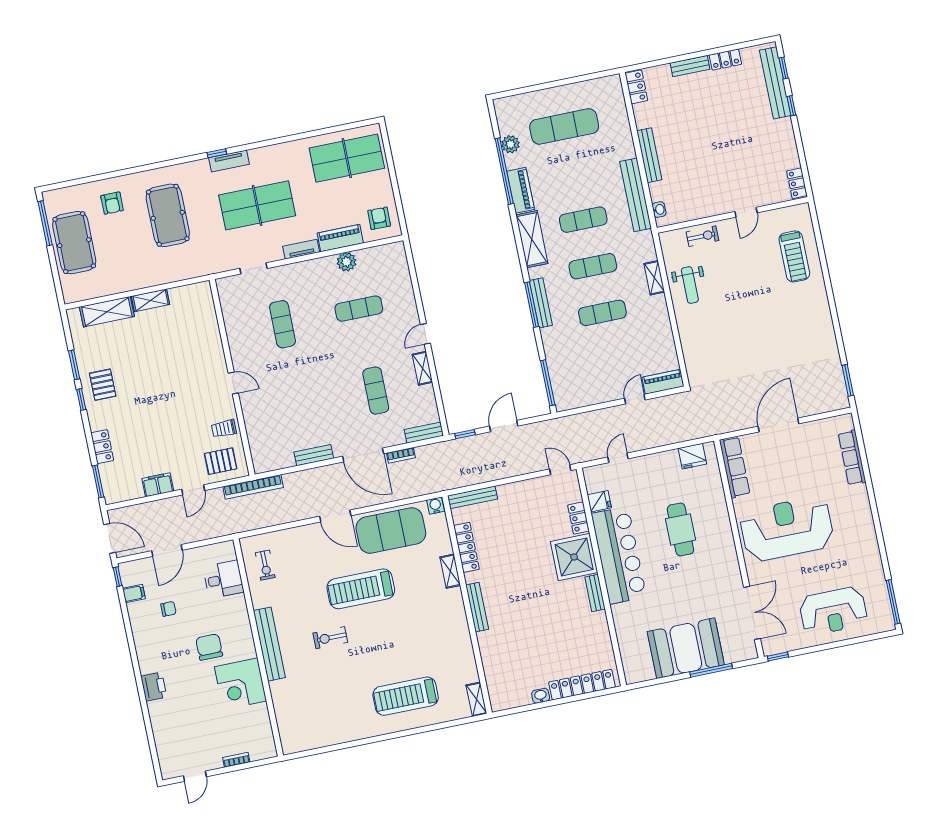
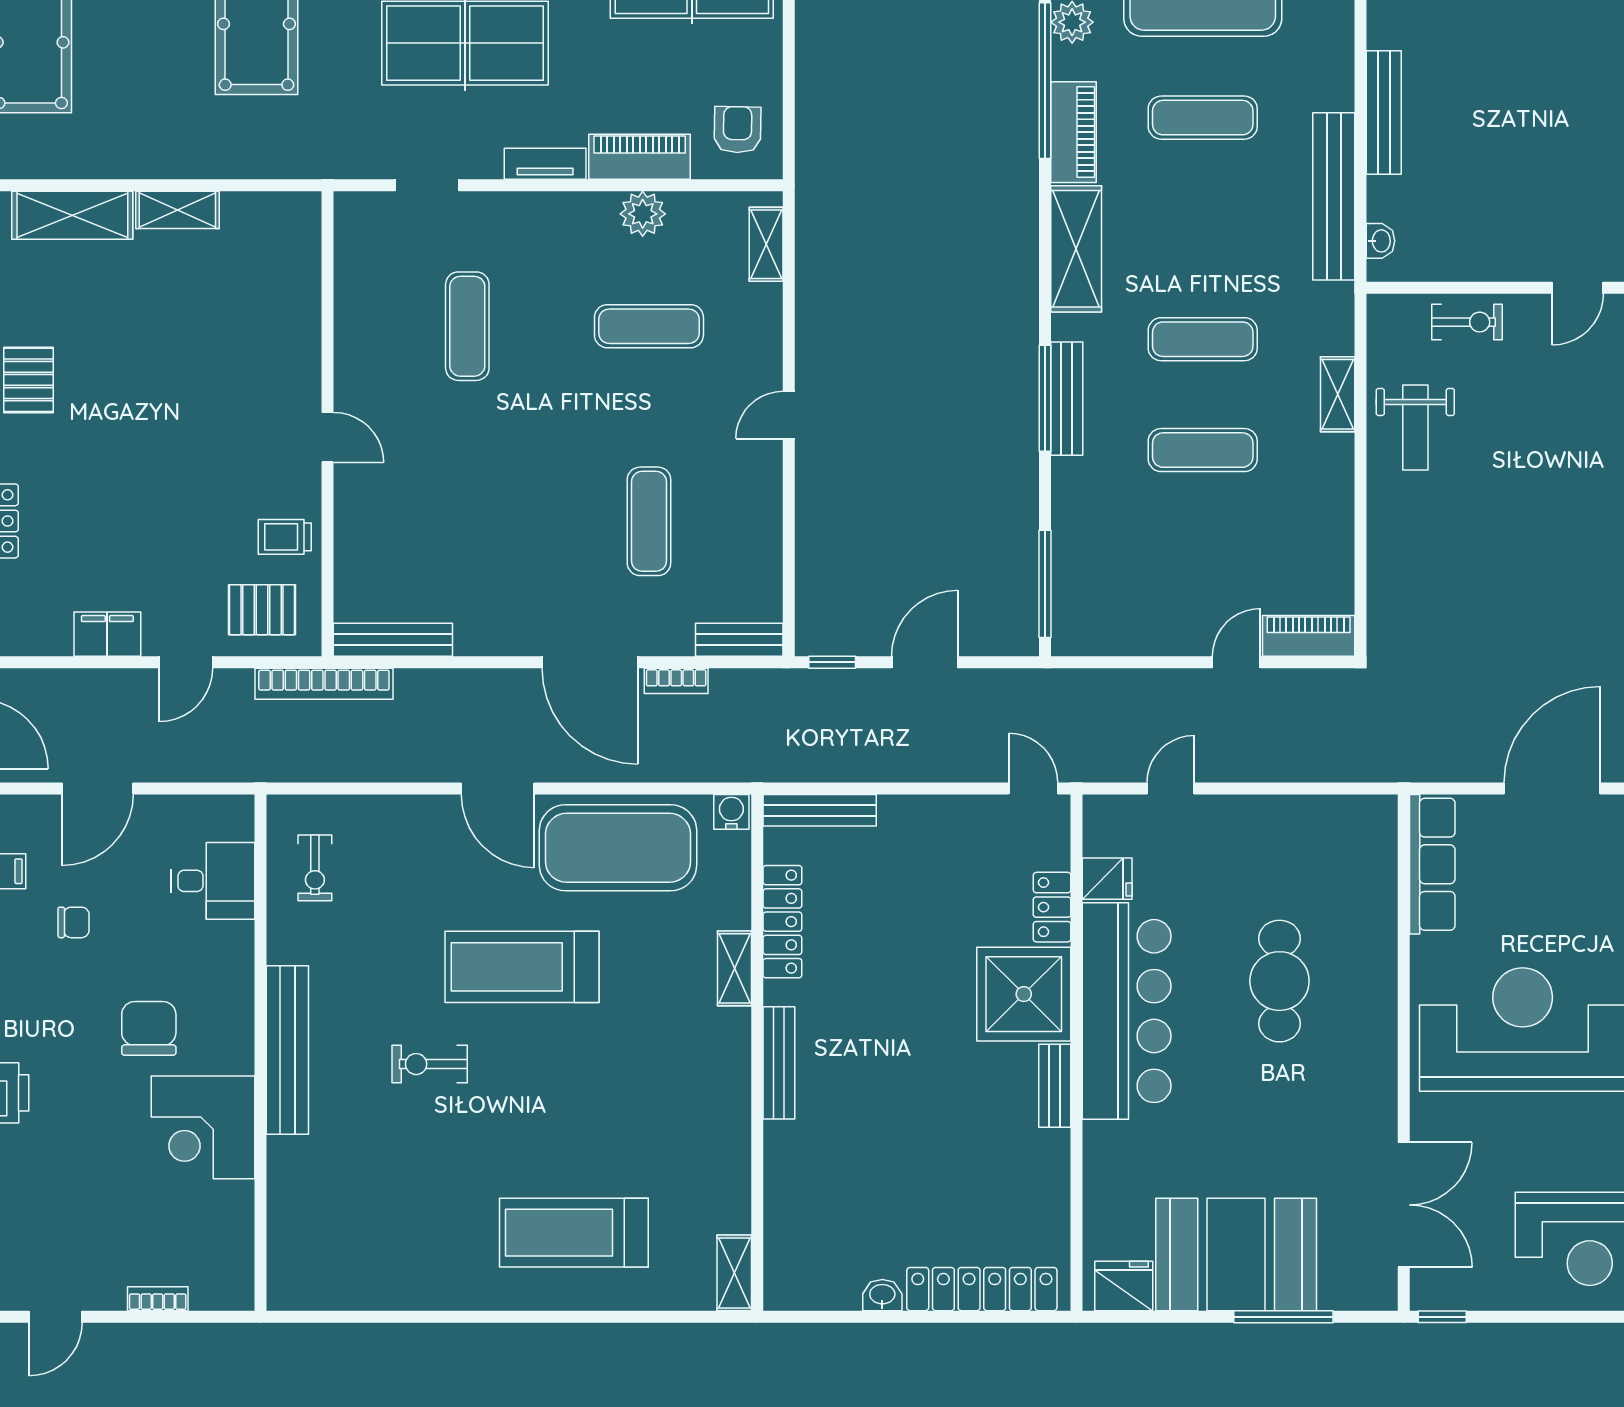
exercise mat: (583, 220) -> (1203, 118), moved
shelving: (422, 368) -> (766, 244), moved
bench: (314, 455) -> (393, 640), moved, width x1.36
fridge: (692, 456) -> (1124, 1286), moved, turned 180

